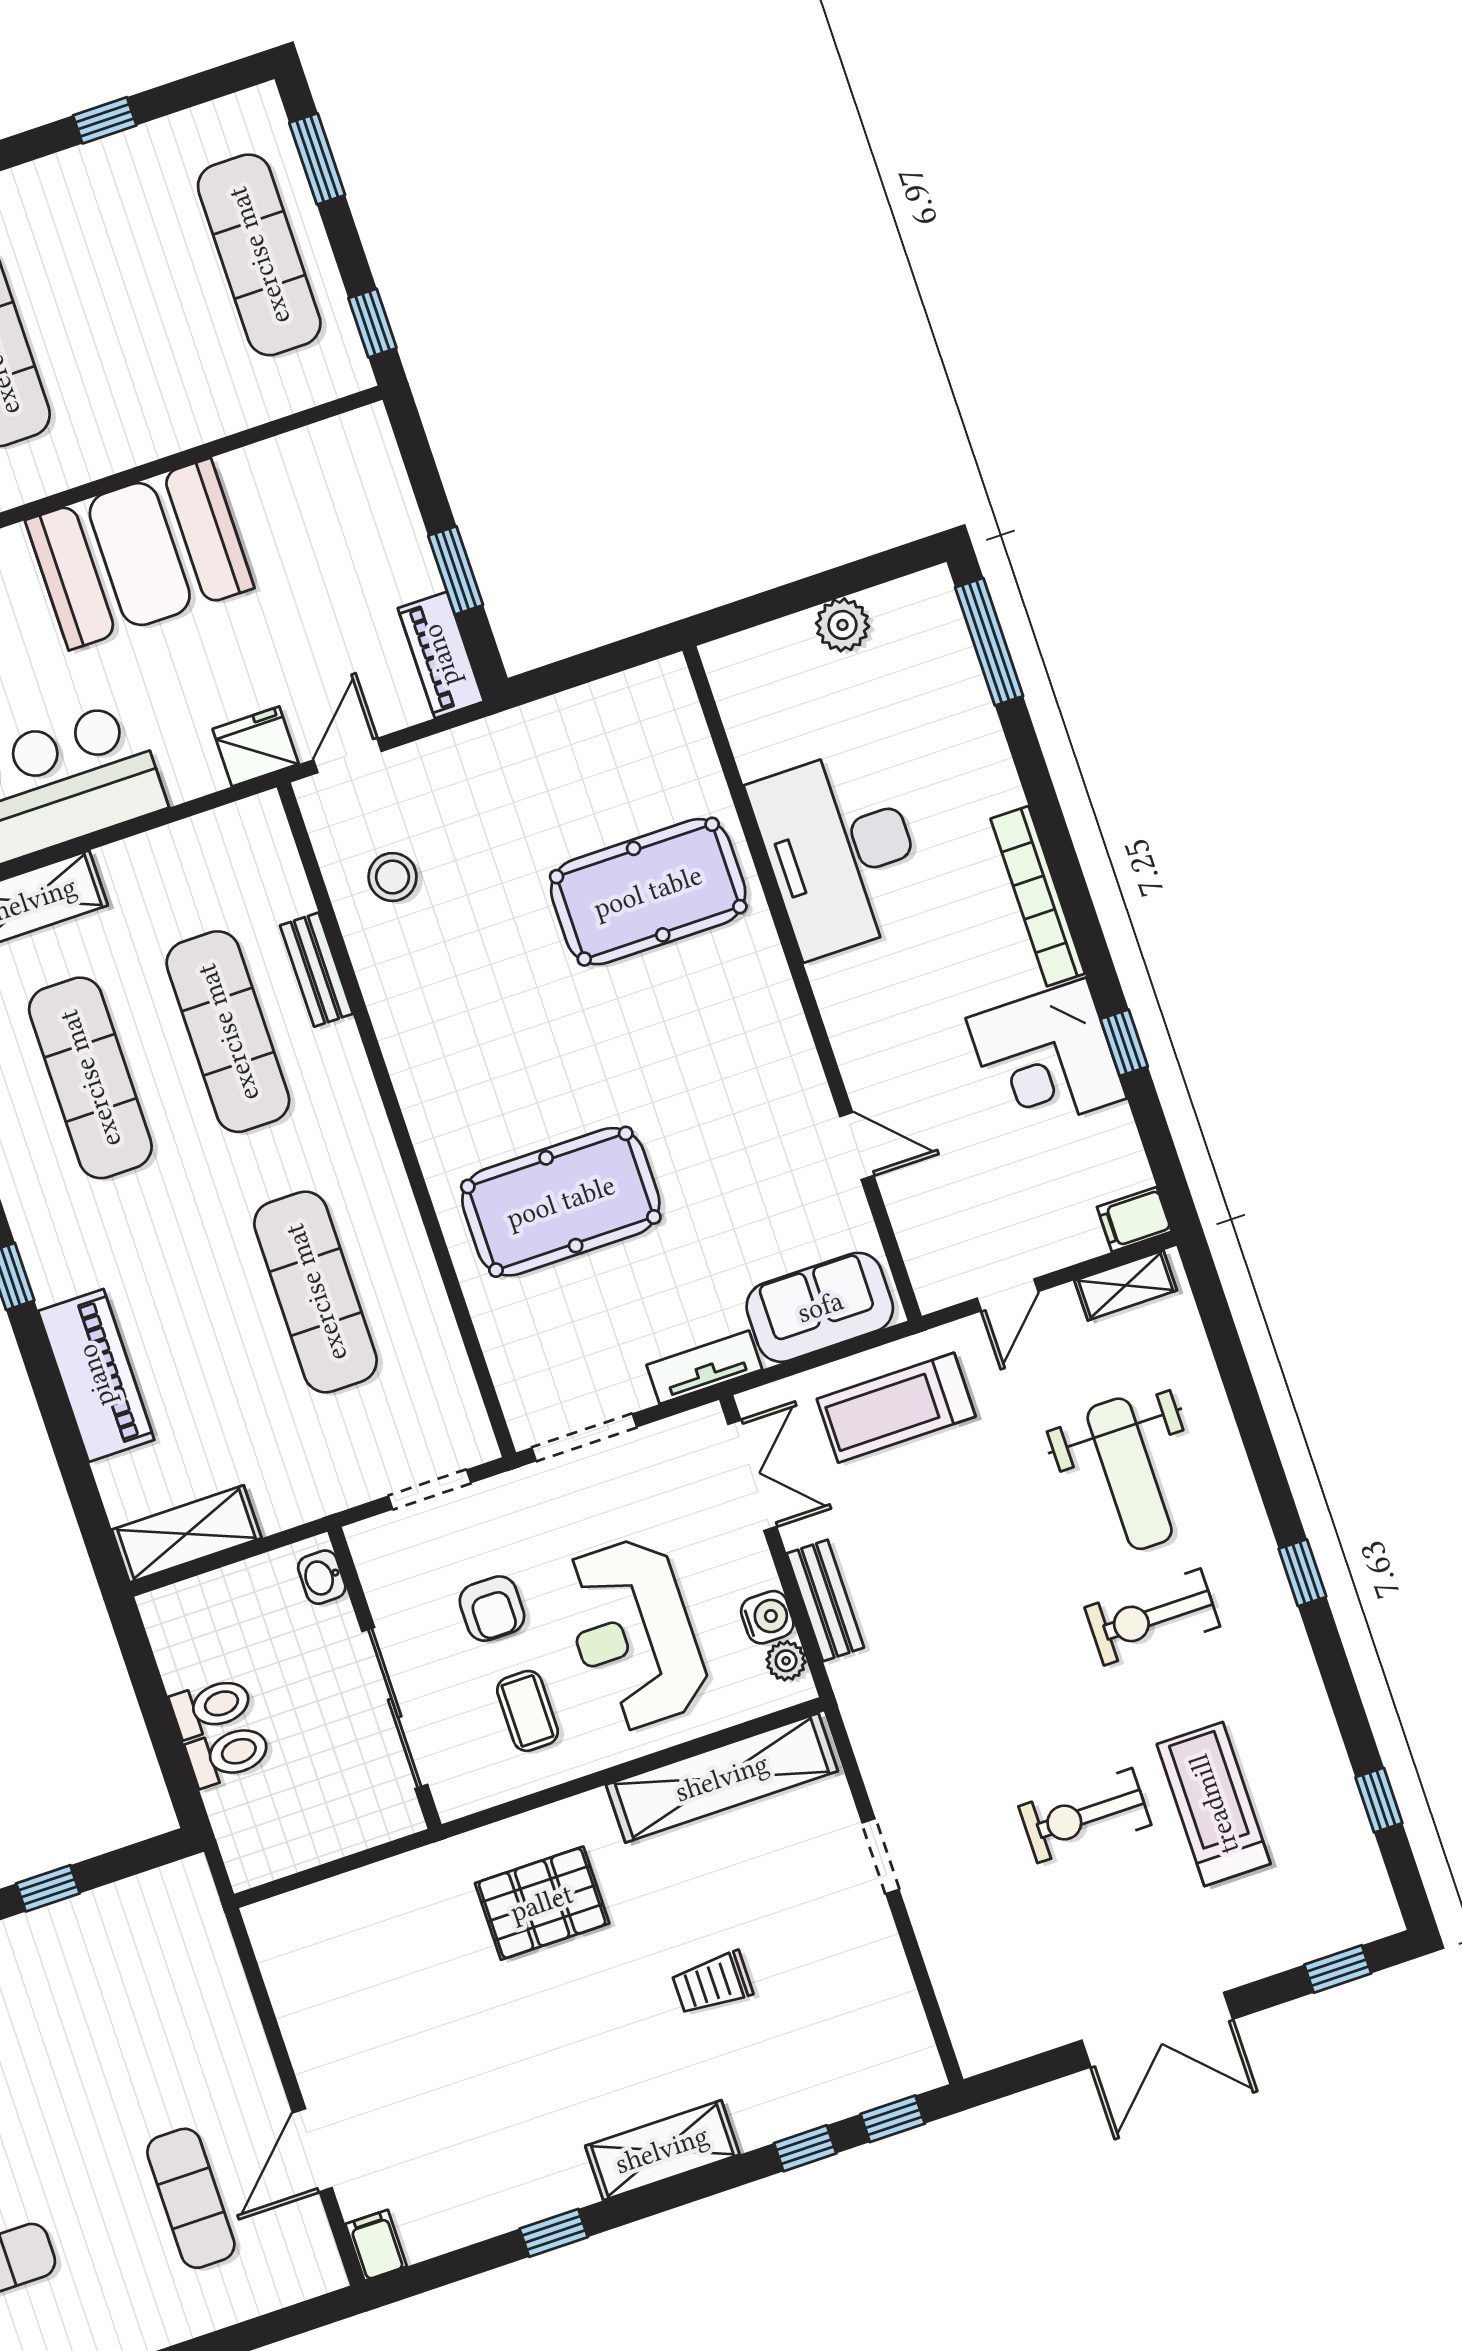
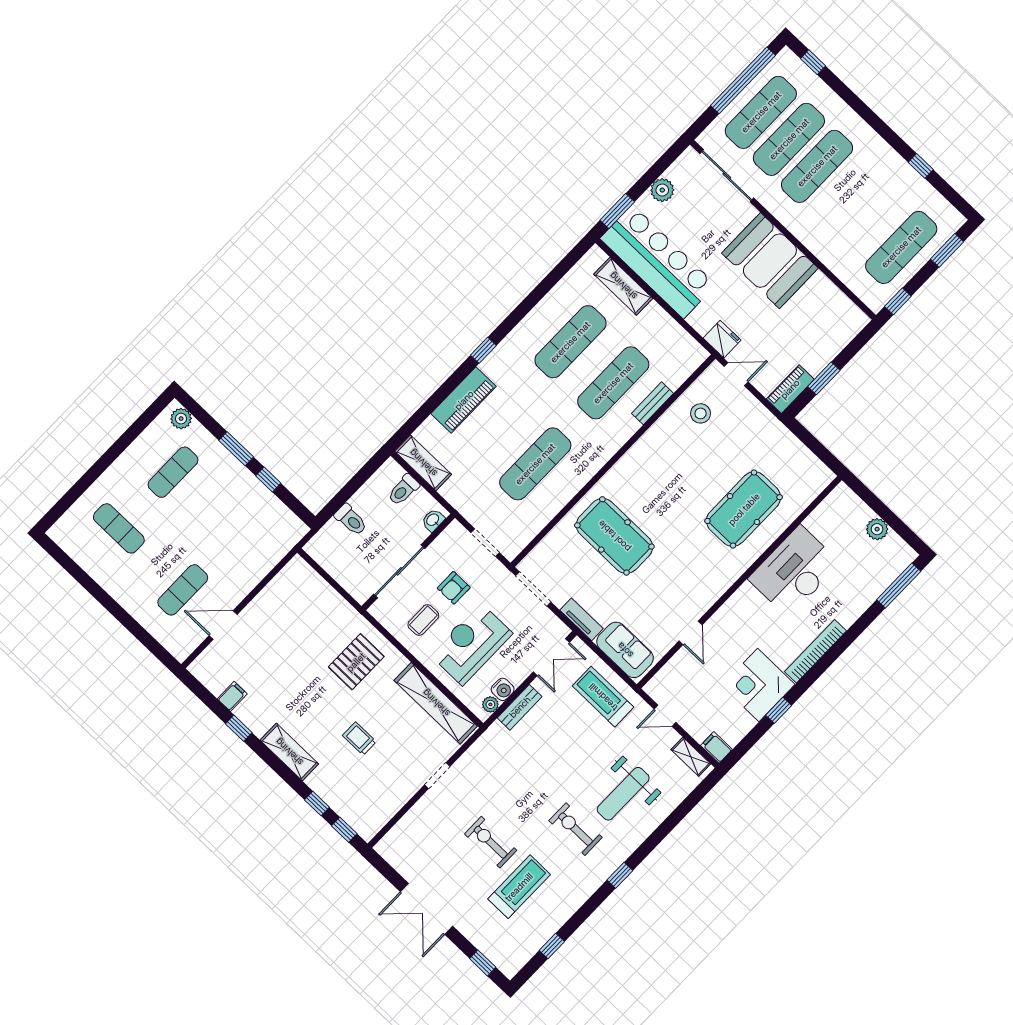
pool table: (648, 892) -> (744, 509), turned 90
toilet: (211, 1707) -> (403, 490), moved, turned 90
pallet: (542, 1903) -> (356, 662), turned 90
filing cabinet: (376, 2245) -> (232, 696), moved

